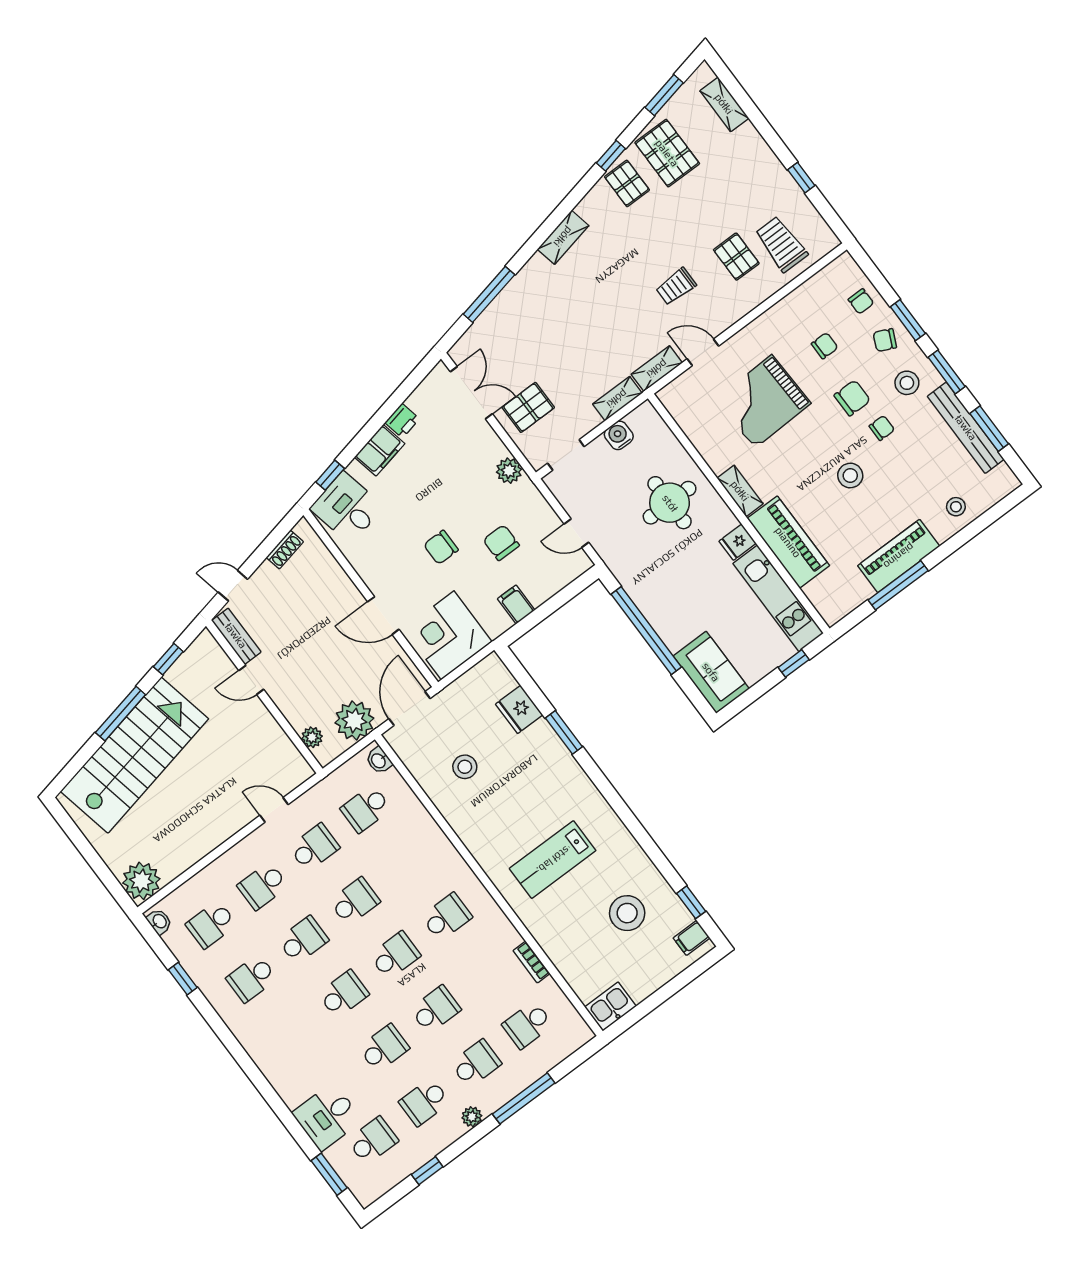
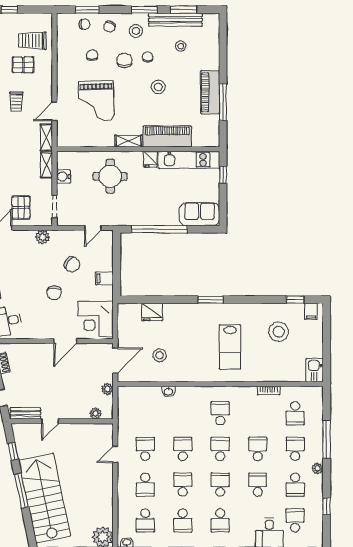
window: (908, 320) -> (87, 10), moved
stool: (956, 507) -> (181, 46), moved
chair: (501, 543) -> (72, 264), turned -147
door: (410, 709) -> (115, 360), swing flipped
plant: (354, 721) -> (107, 389), width x0.53, depth x0.53
window: (564, 732) -> (211, 300), moved
washbasin: (379, 760) -> (169, 391), moved
school desk: (366, 809) -> (220, 520), moved

